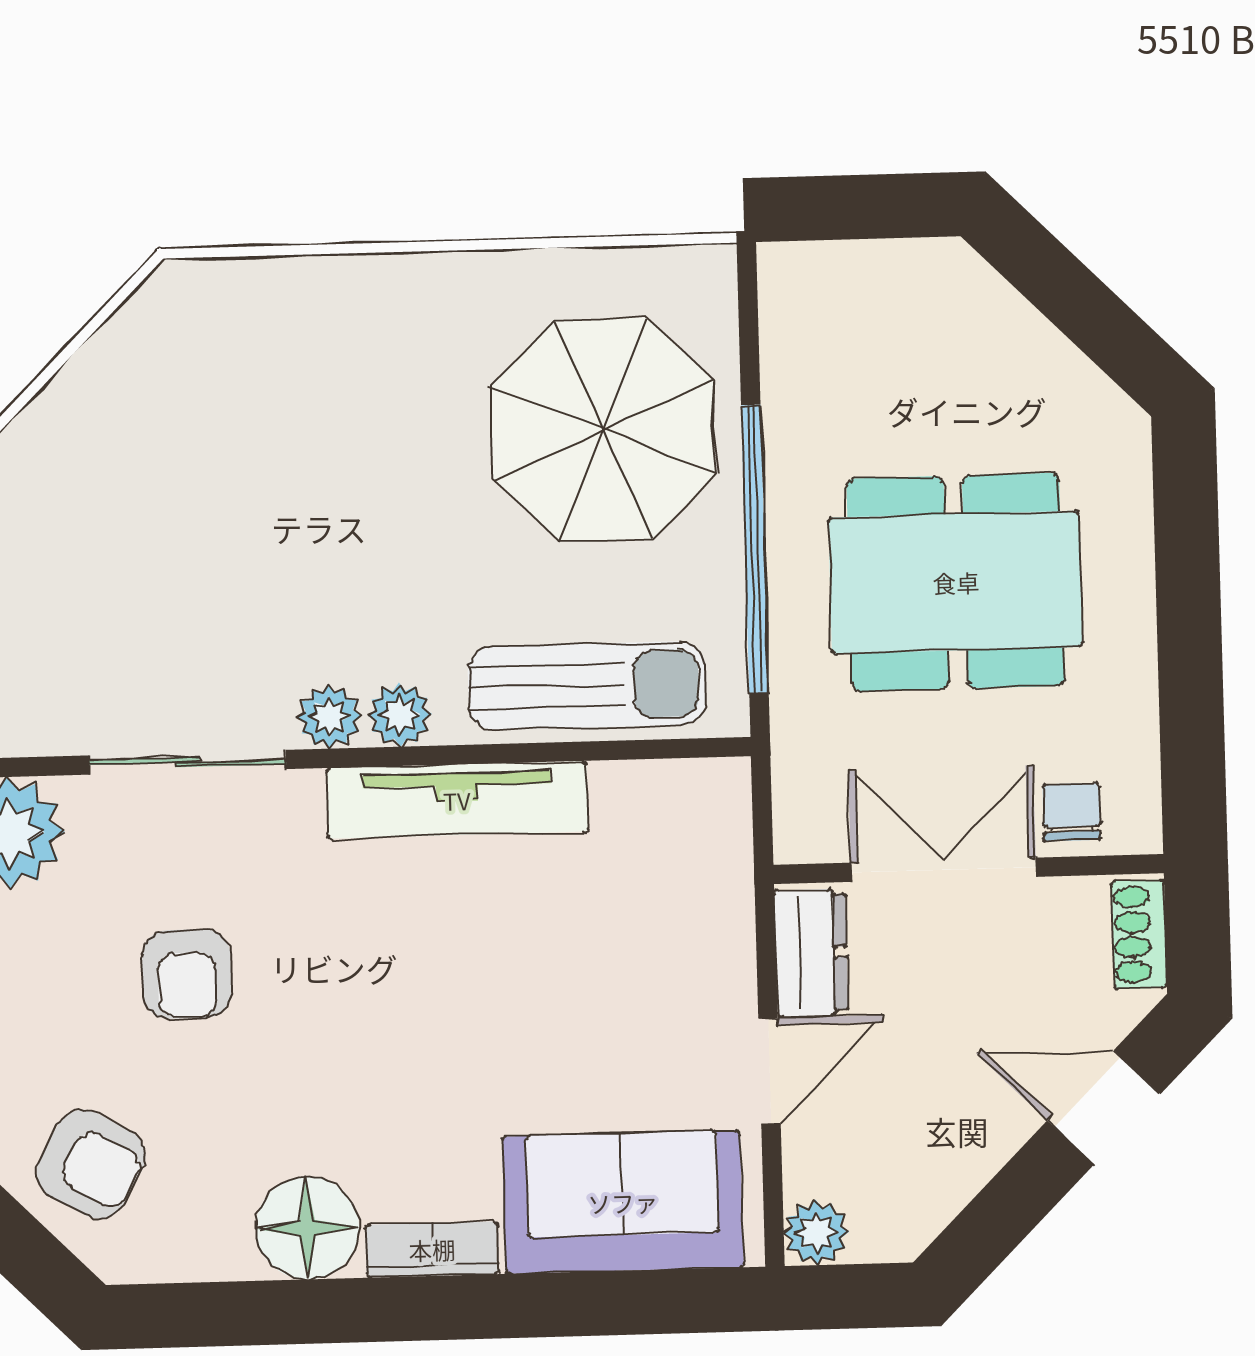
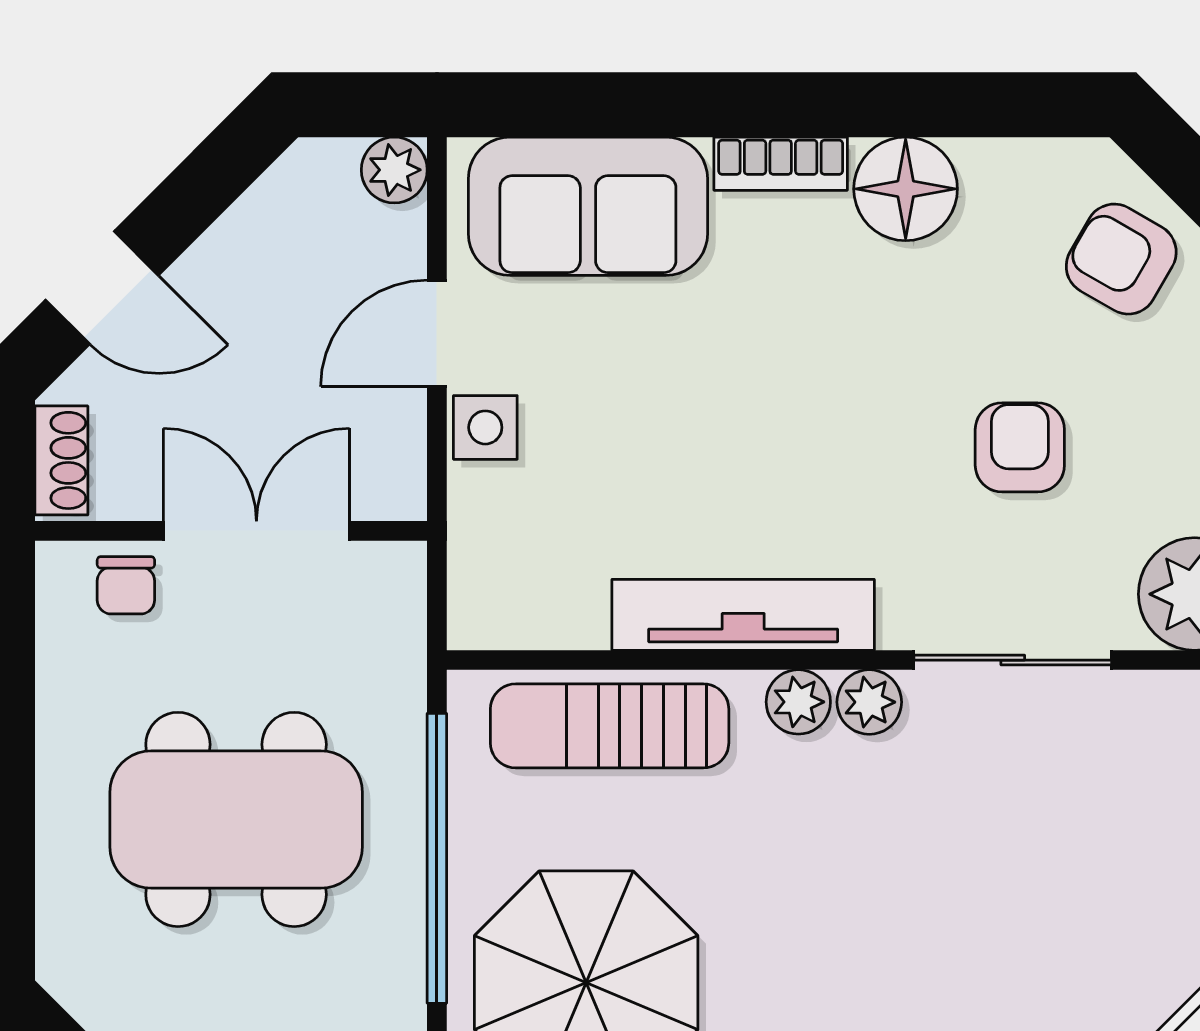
double door: (943, 870) -> (256, 531), swing flipped
dresser: (811, 953) -> (392, 451), removed
side table: (719, 979) -> (485, 427), added

